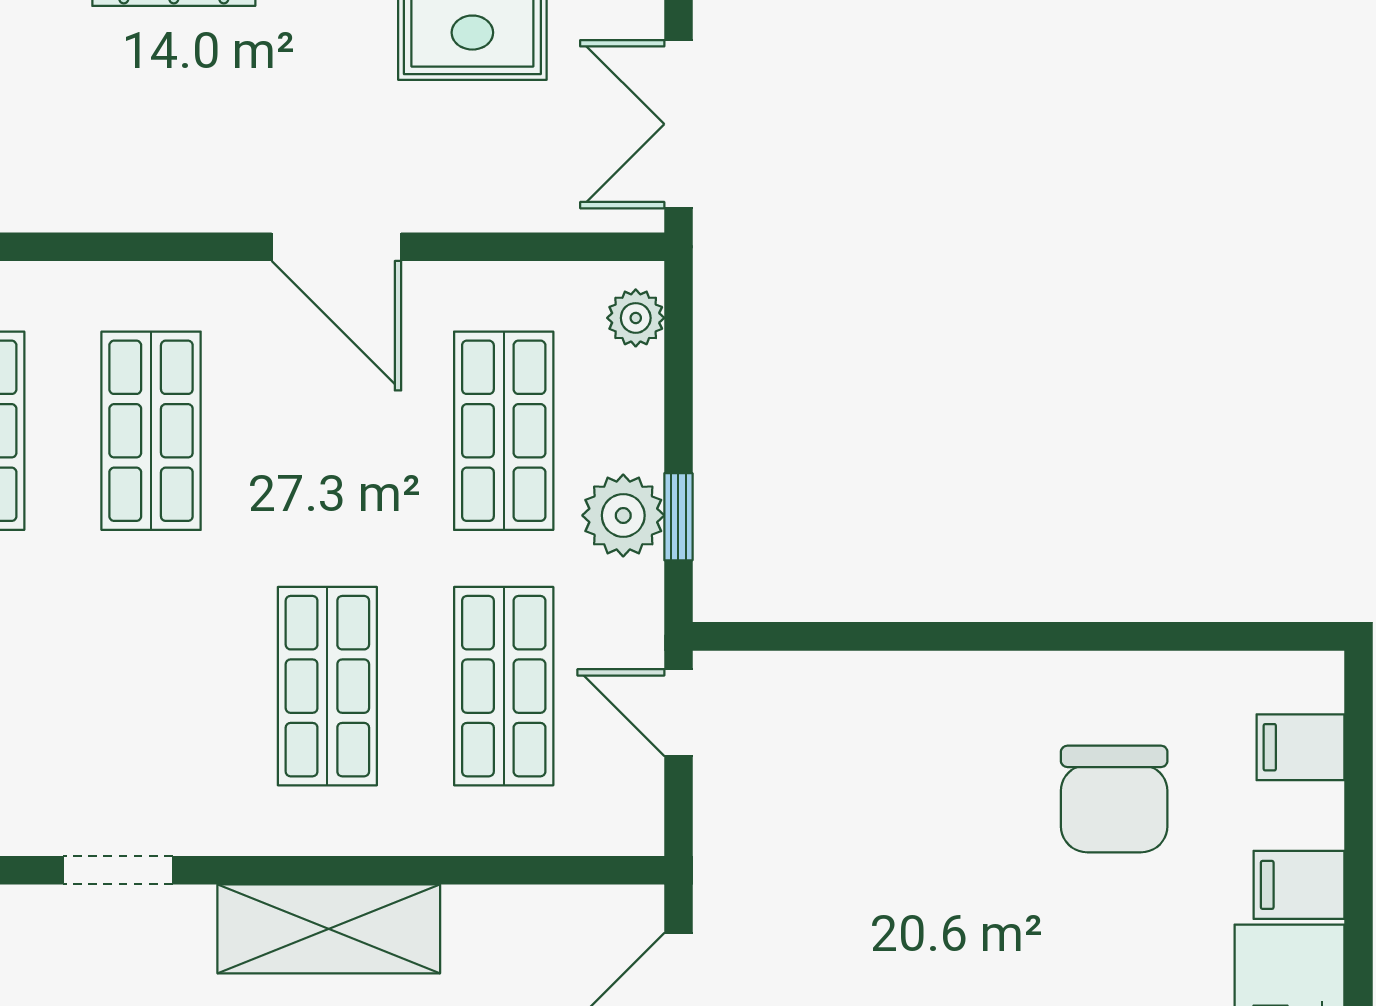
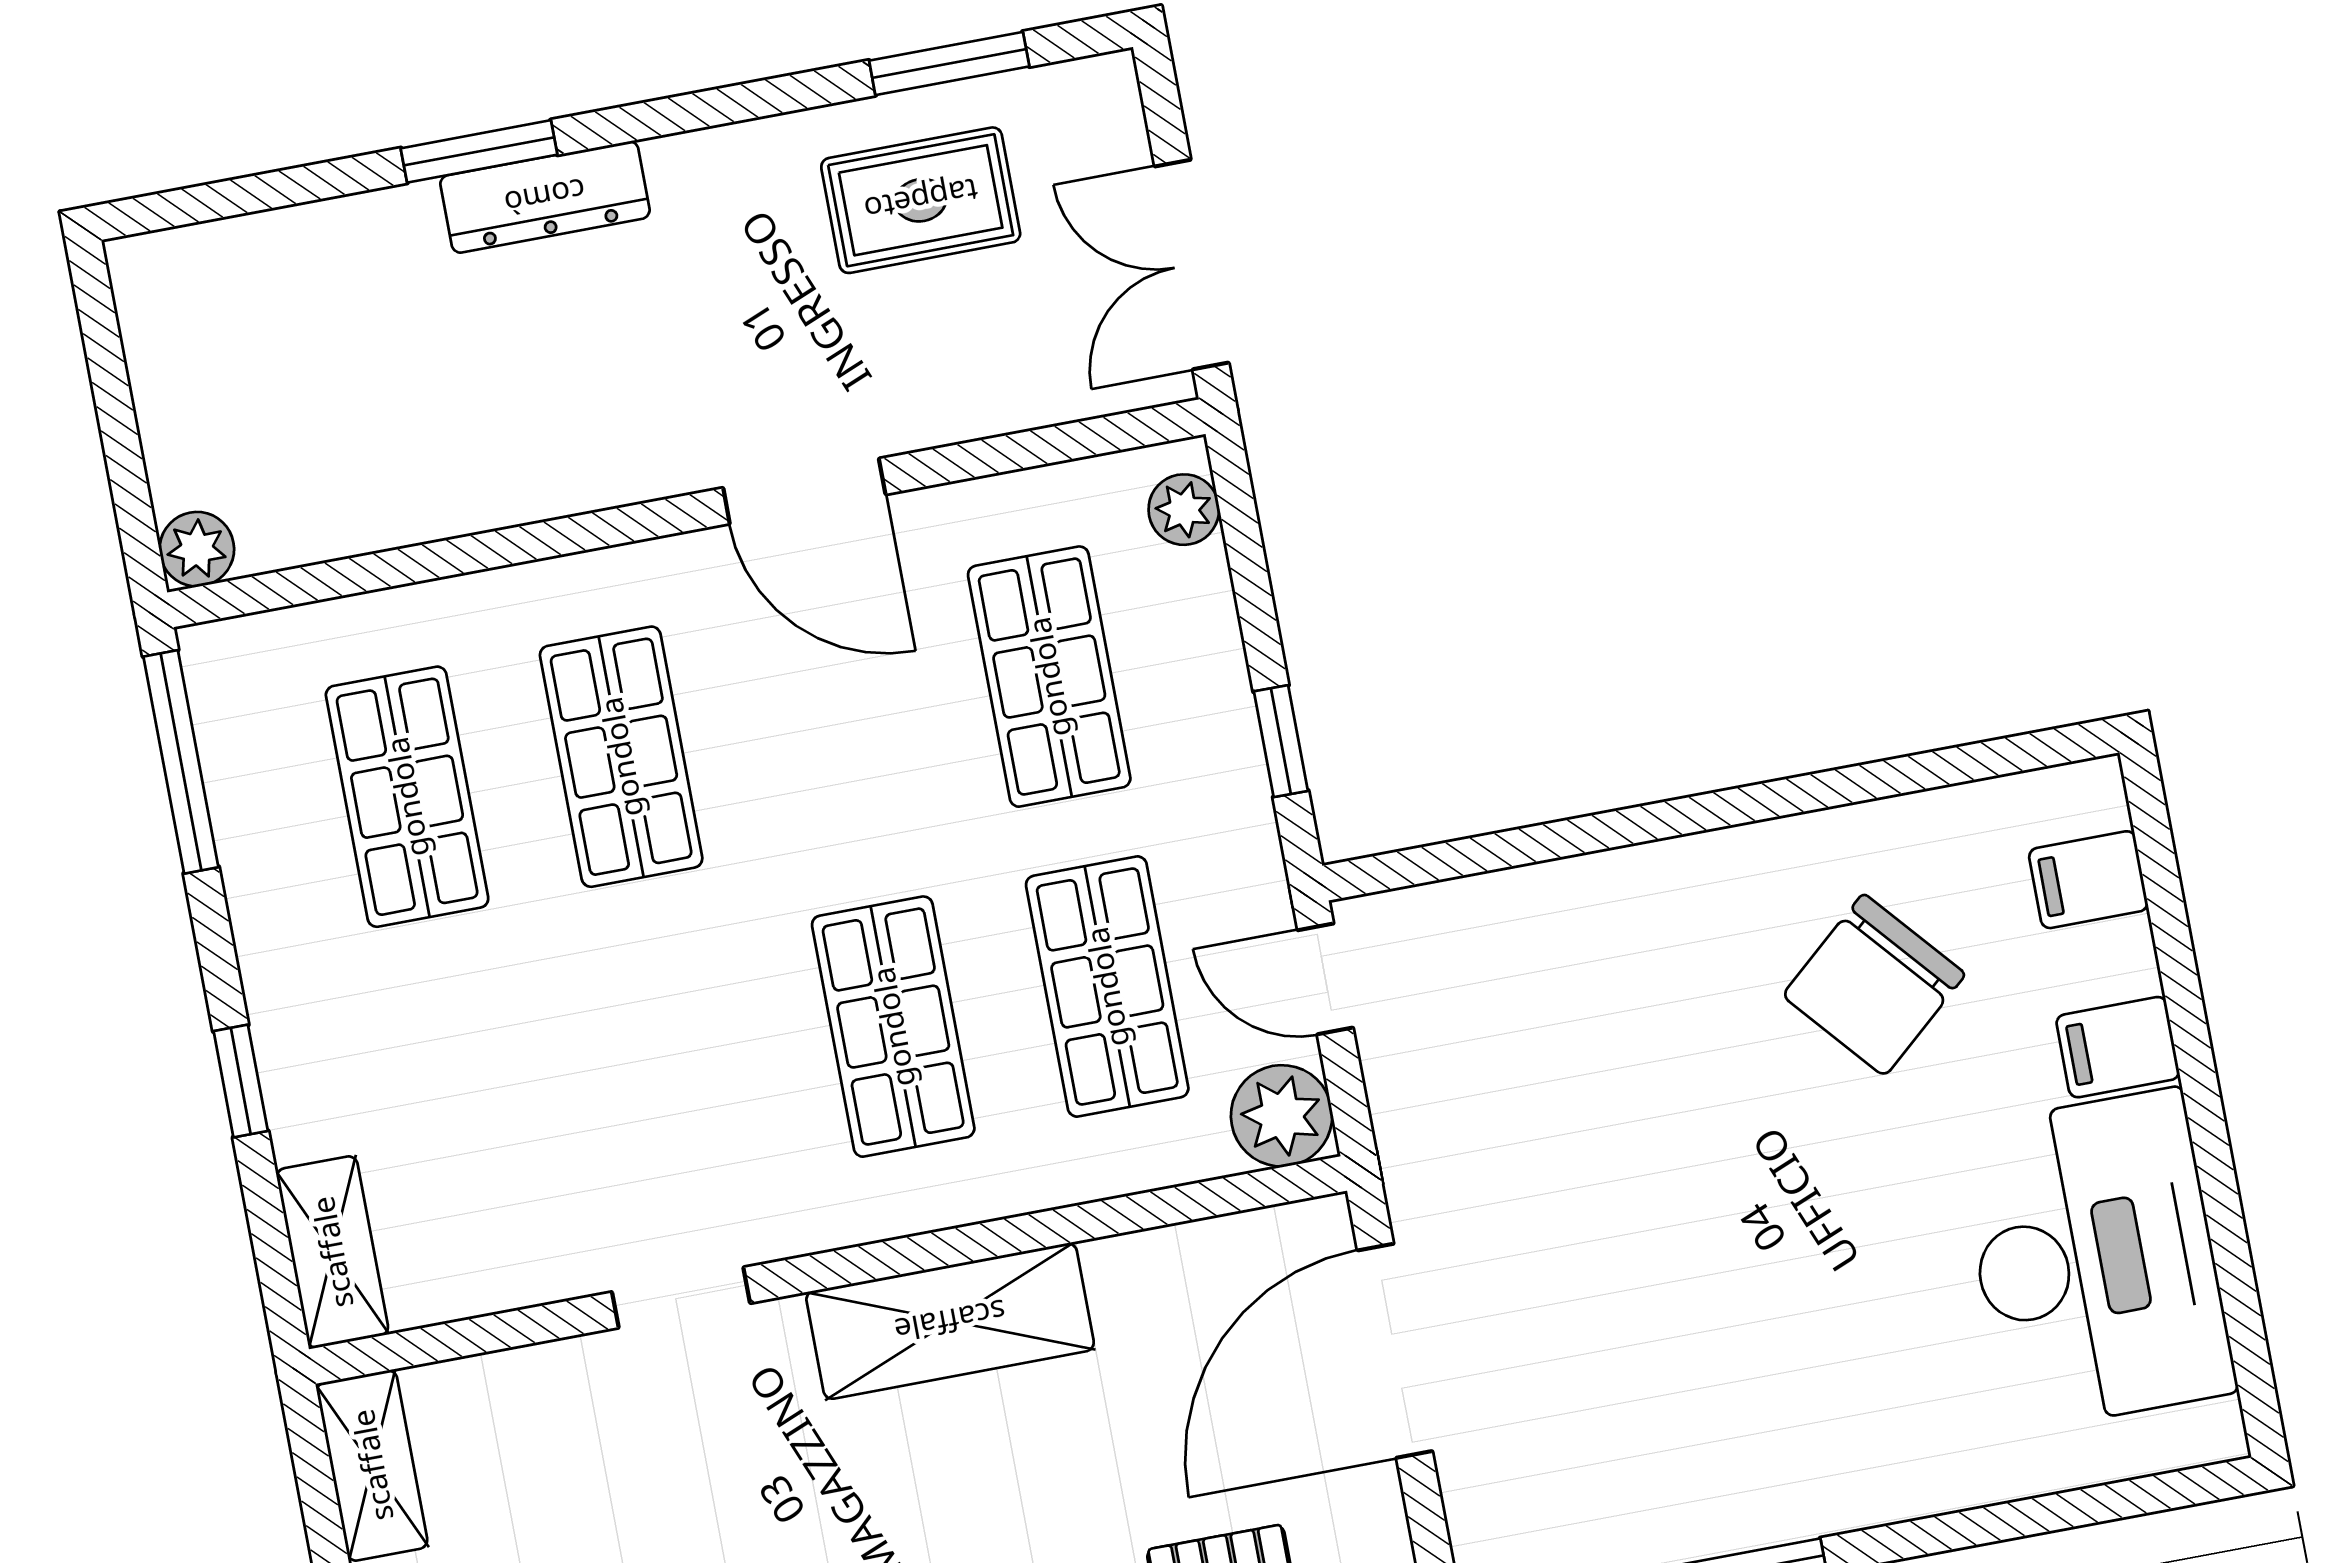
plant: (623, 515) -> (1282, 1116), moved
chair: (1114, 799) -> (1874, 985), turned 49

